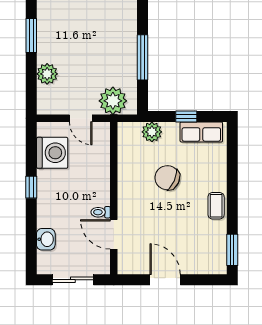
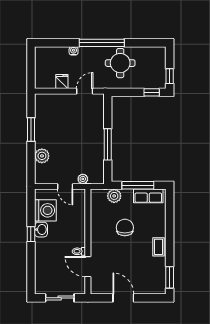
plant: (113, 101) -> (83, 179), width x0.53, depth x0.53
window: (186, 116) -> (138, 185), width x2.17
chair: (167, 178) -> (125, 228), turned 66
washbasin: (46, 239) -> (41, 230), moved

